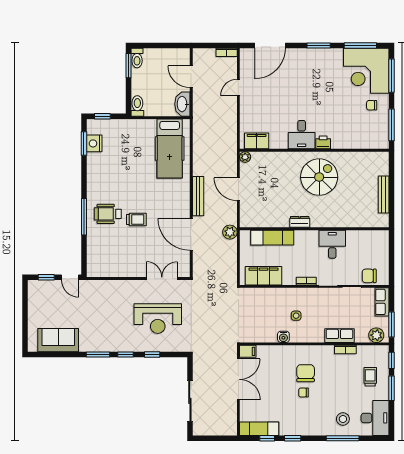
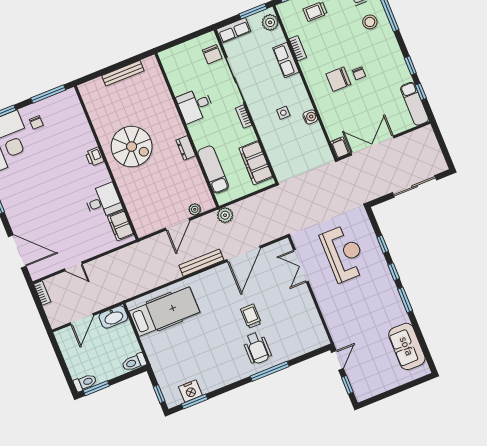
desk: (302, 135) -> (103, 201), moved
plant: (245, 157) -> (195, 209), moved
spiral stairs: (319, 177) -> (132, 147), turned 180

